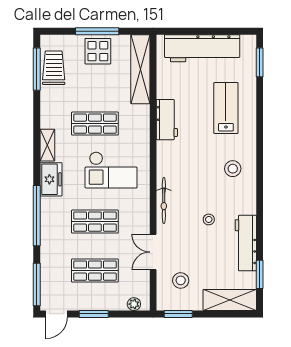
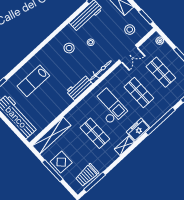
workbench: (167, 120) -> (79, 88), moved
stool: (233, 169) -> (69, 48), moved

